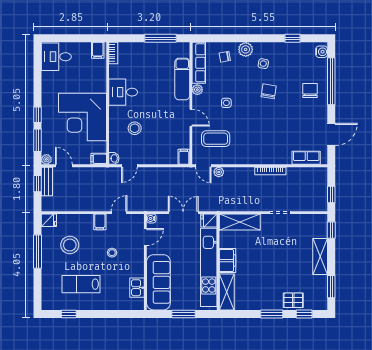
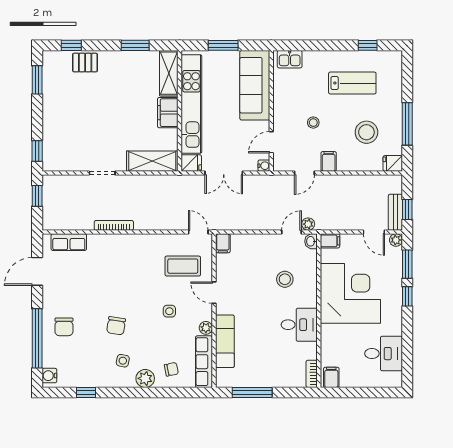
desk: (56, 57) -> (384, 354), moved
plant: (219, 172) -> (308, 224), moved
shelving: (320, 257) -> (51, 118), removed
kitchen sink: (137, 288) -> (290, 59), moved, turned 90
window: (272, 314) -> (135, 45), moved

